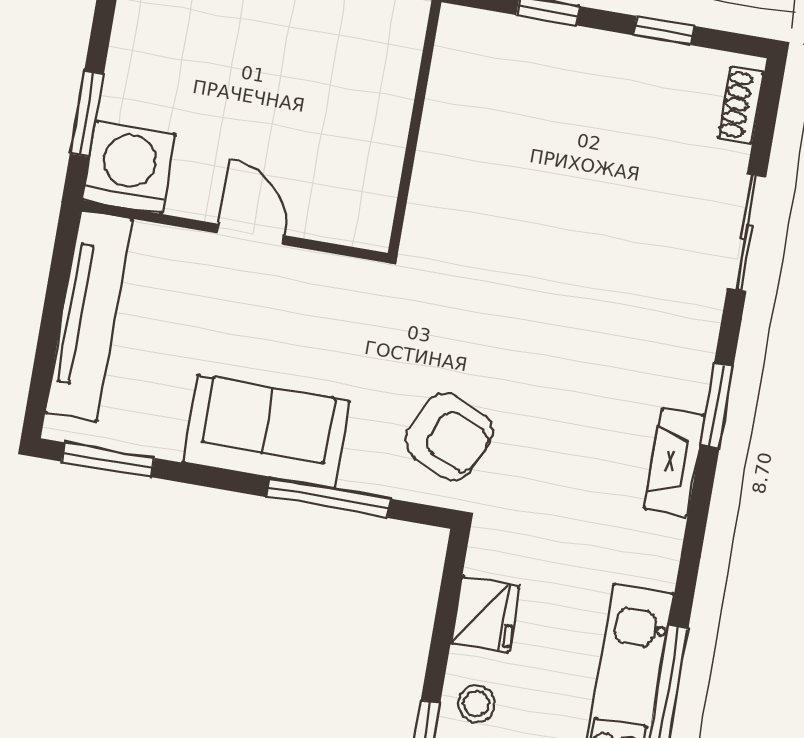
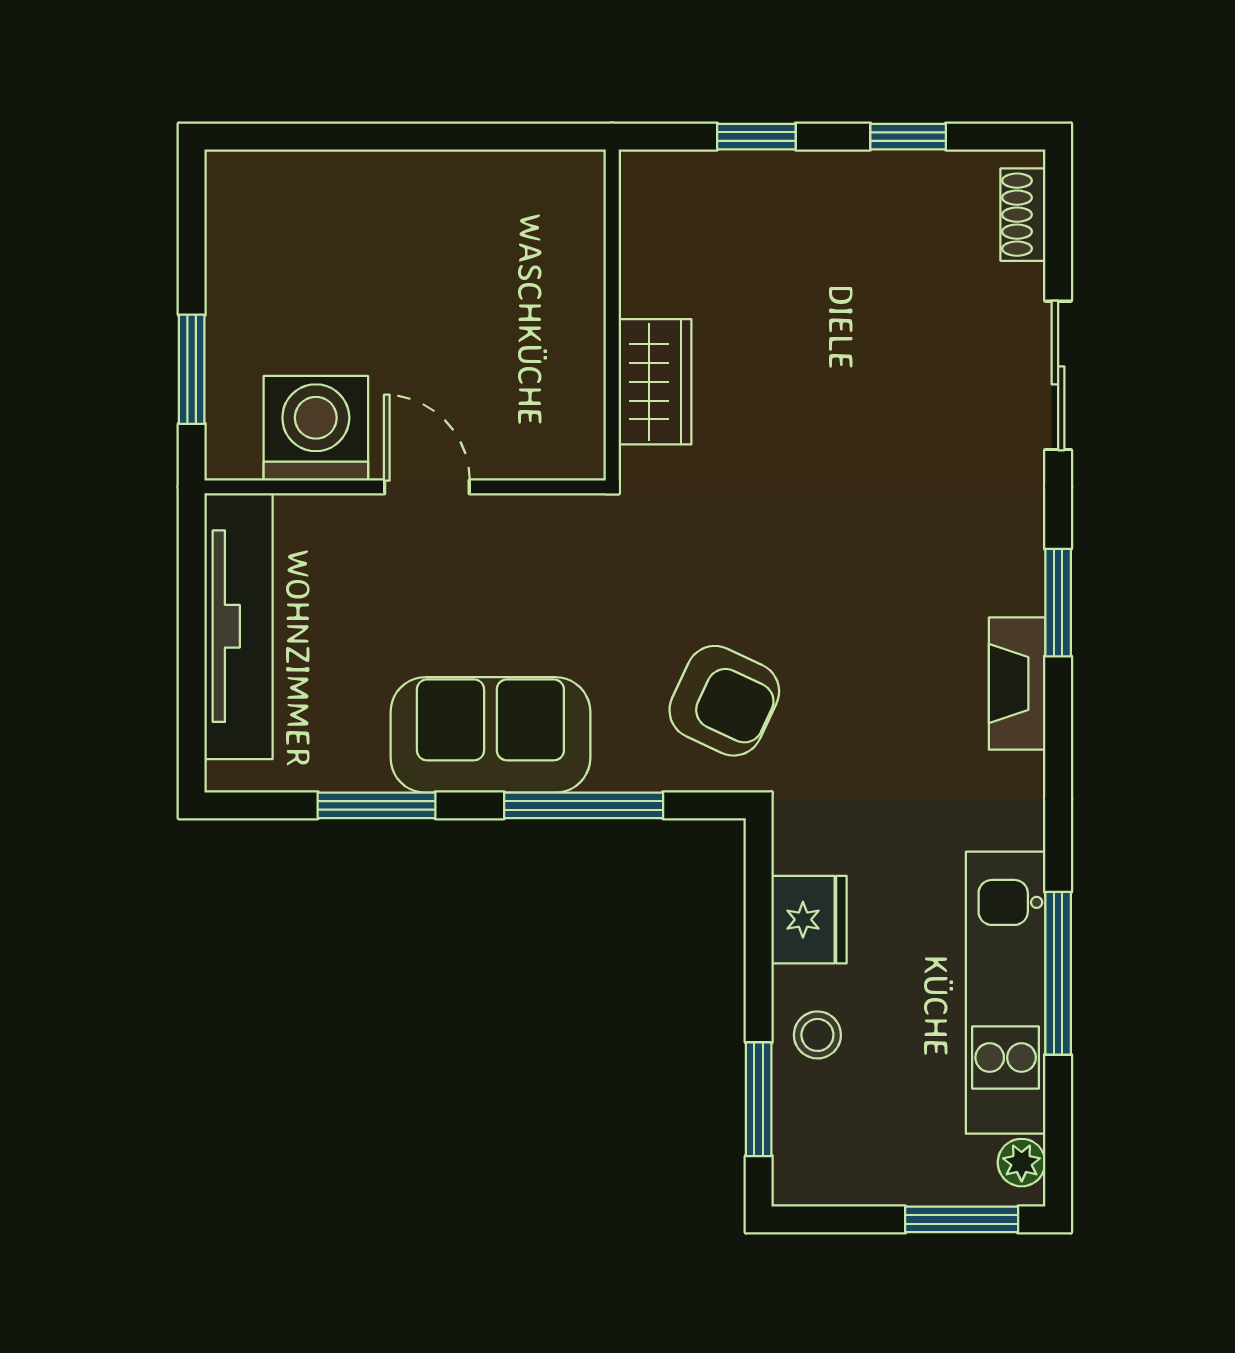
washing machine: (129, 167) -> (316, 428), moved
wardrobe: (438, 184) -> (655, 382), added
window: (108, 460) -> (377, 805), moved

